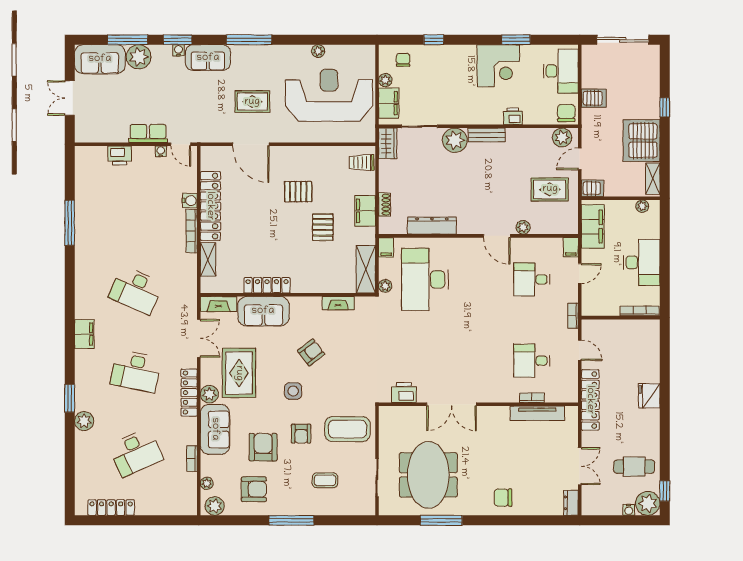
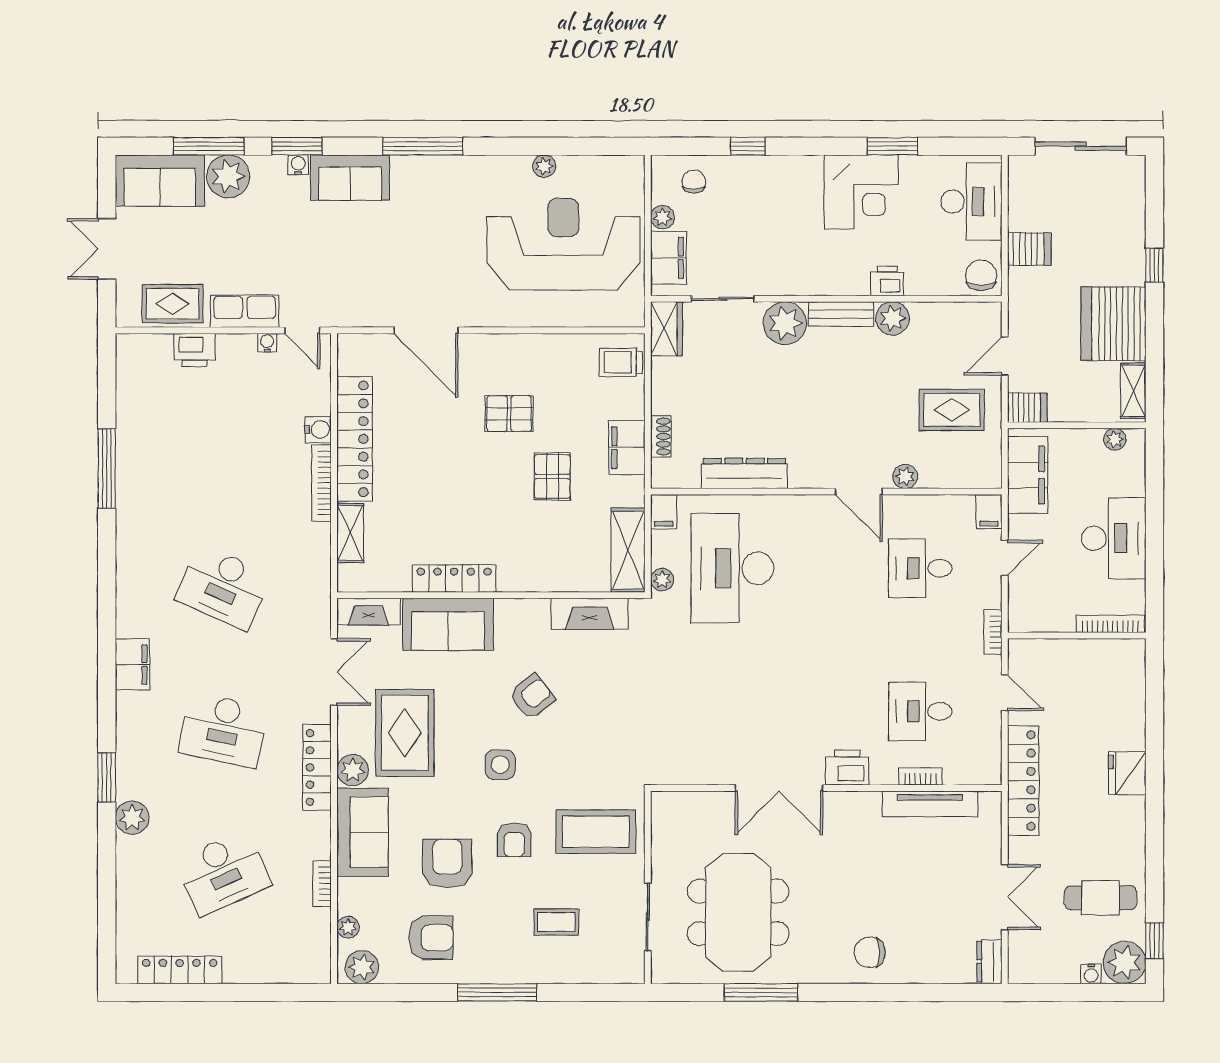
rug: (252, 102) -> (173, 304), moved
plant: (562, 137) -> (893, 318), moved
fireplace: (338, 303) -> (590, 614), width x1.37, depth x1.32
printer: (404, 393) -> (847, 767), moved

